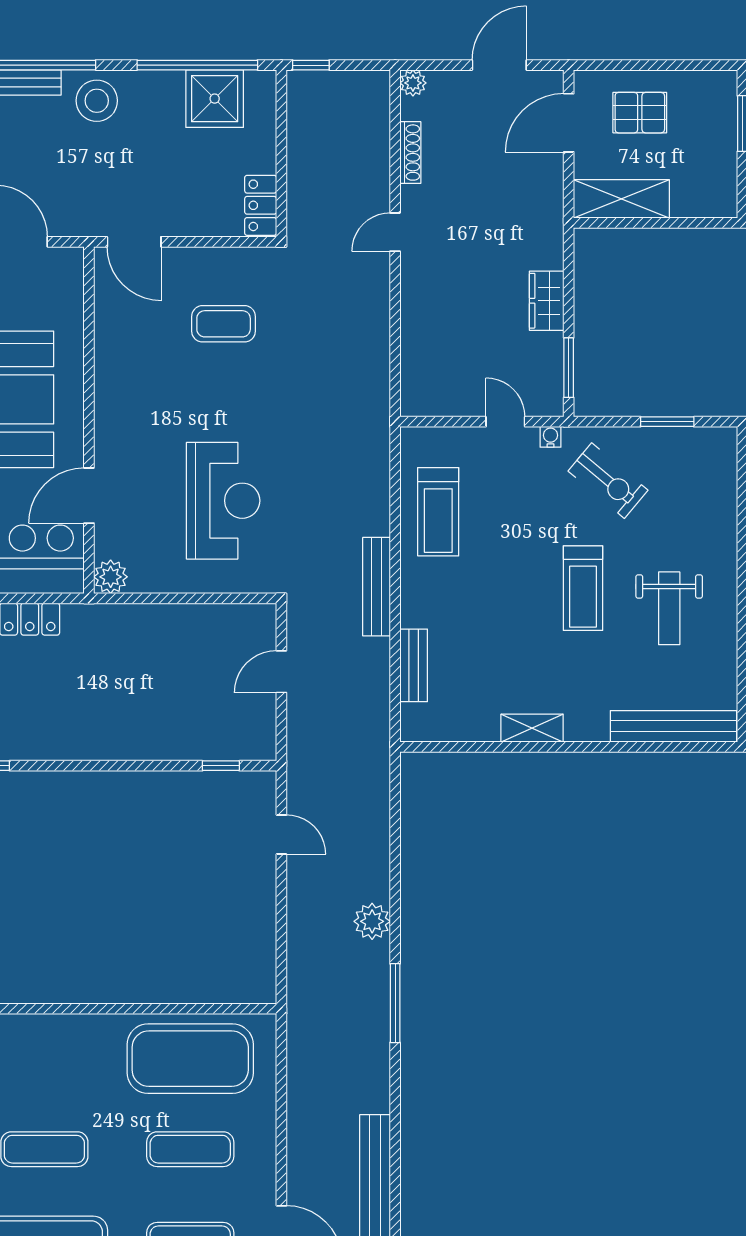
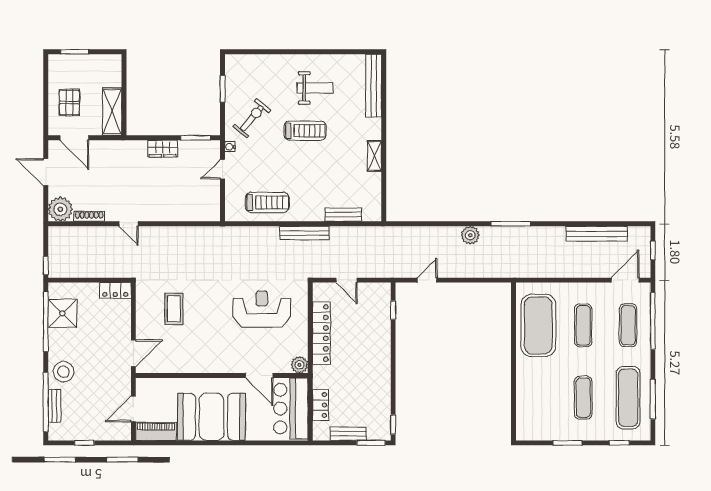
plant: (413, 83) -> (60, 209), width x1.88, depth x1.88
locker: (175, 621) -> (321, 333), added

